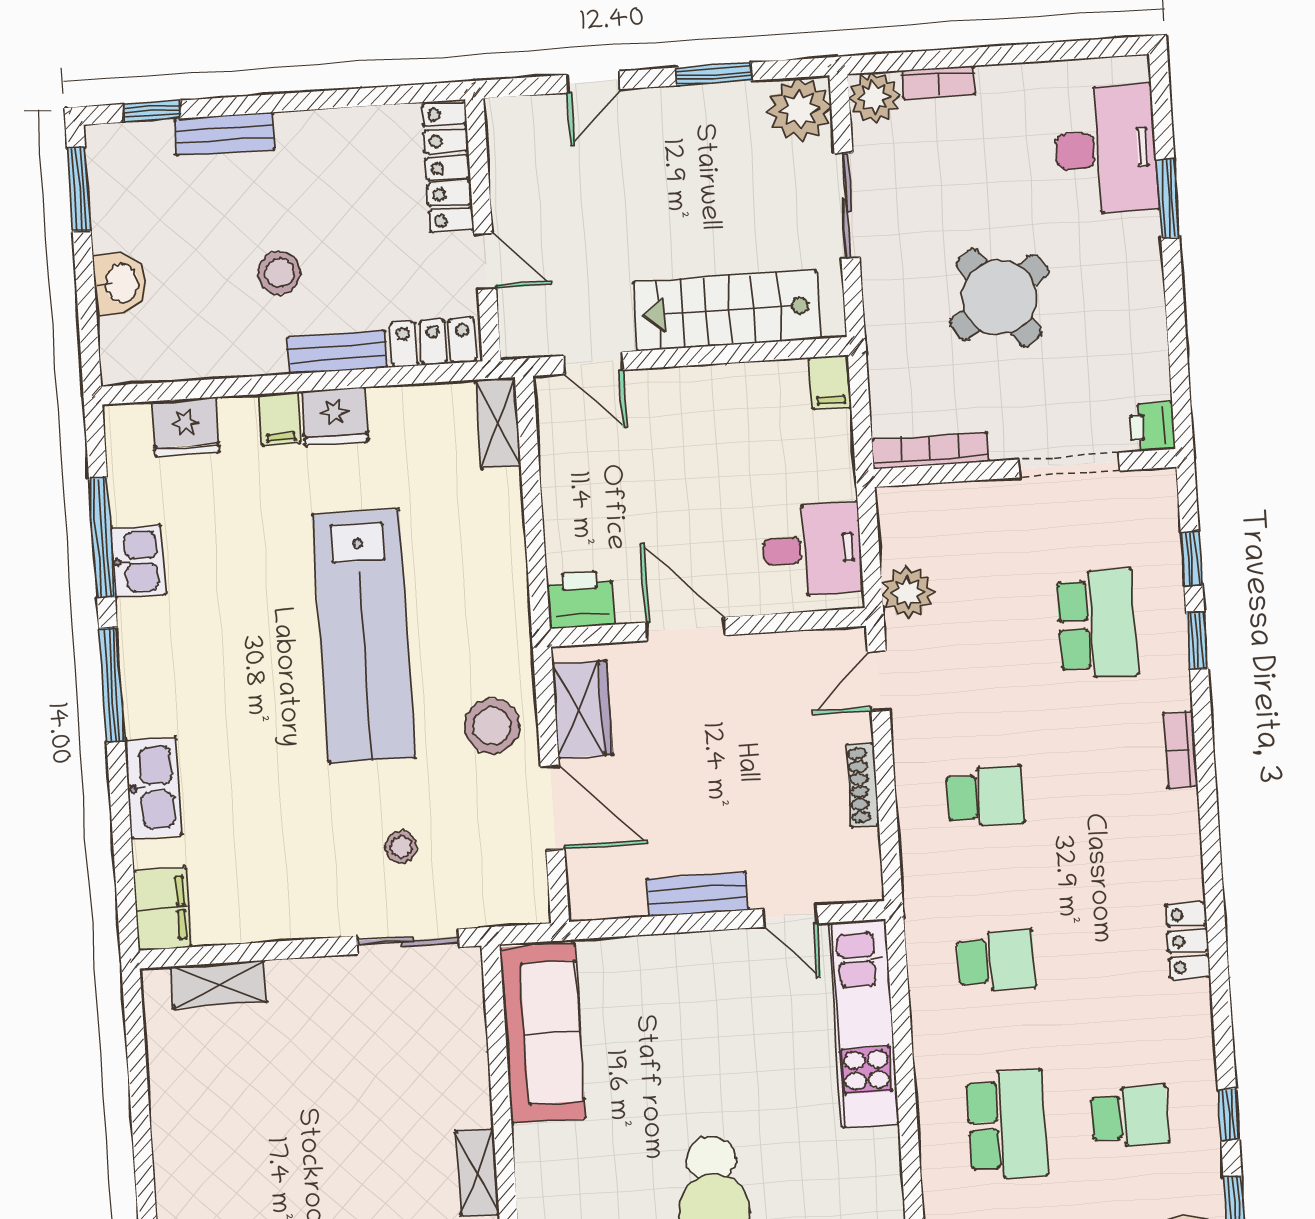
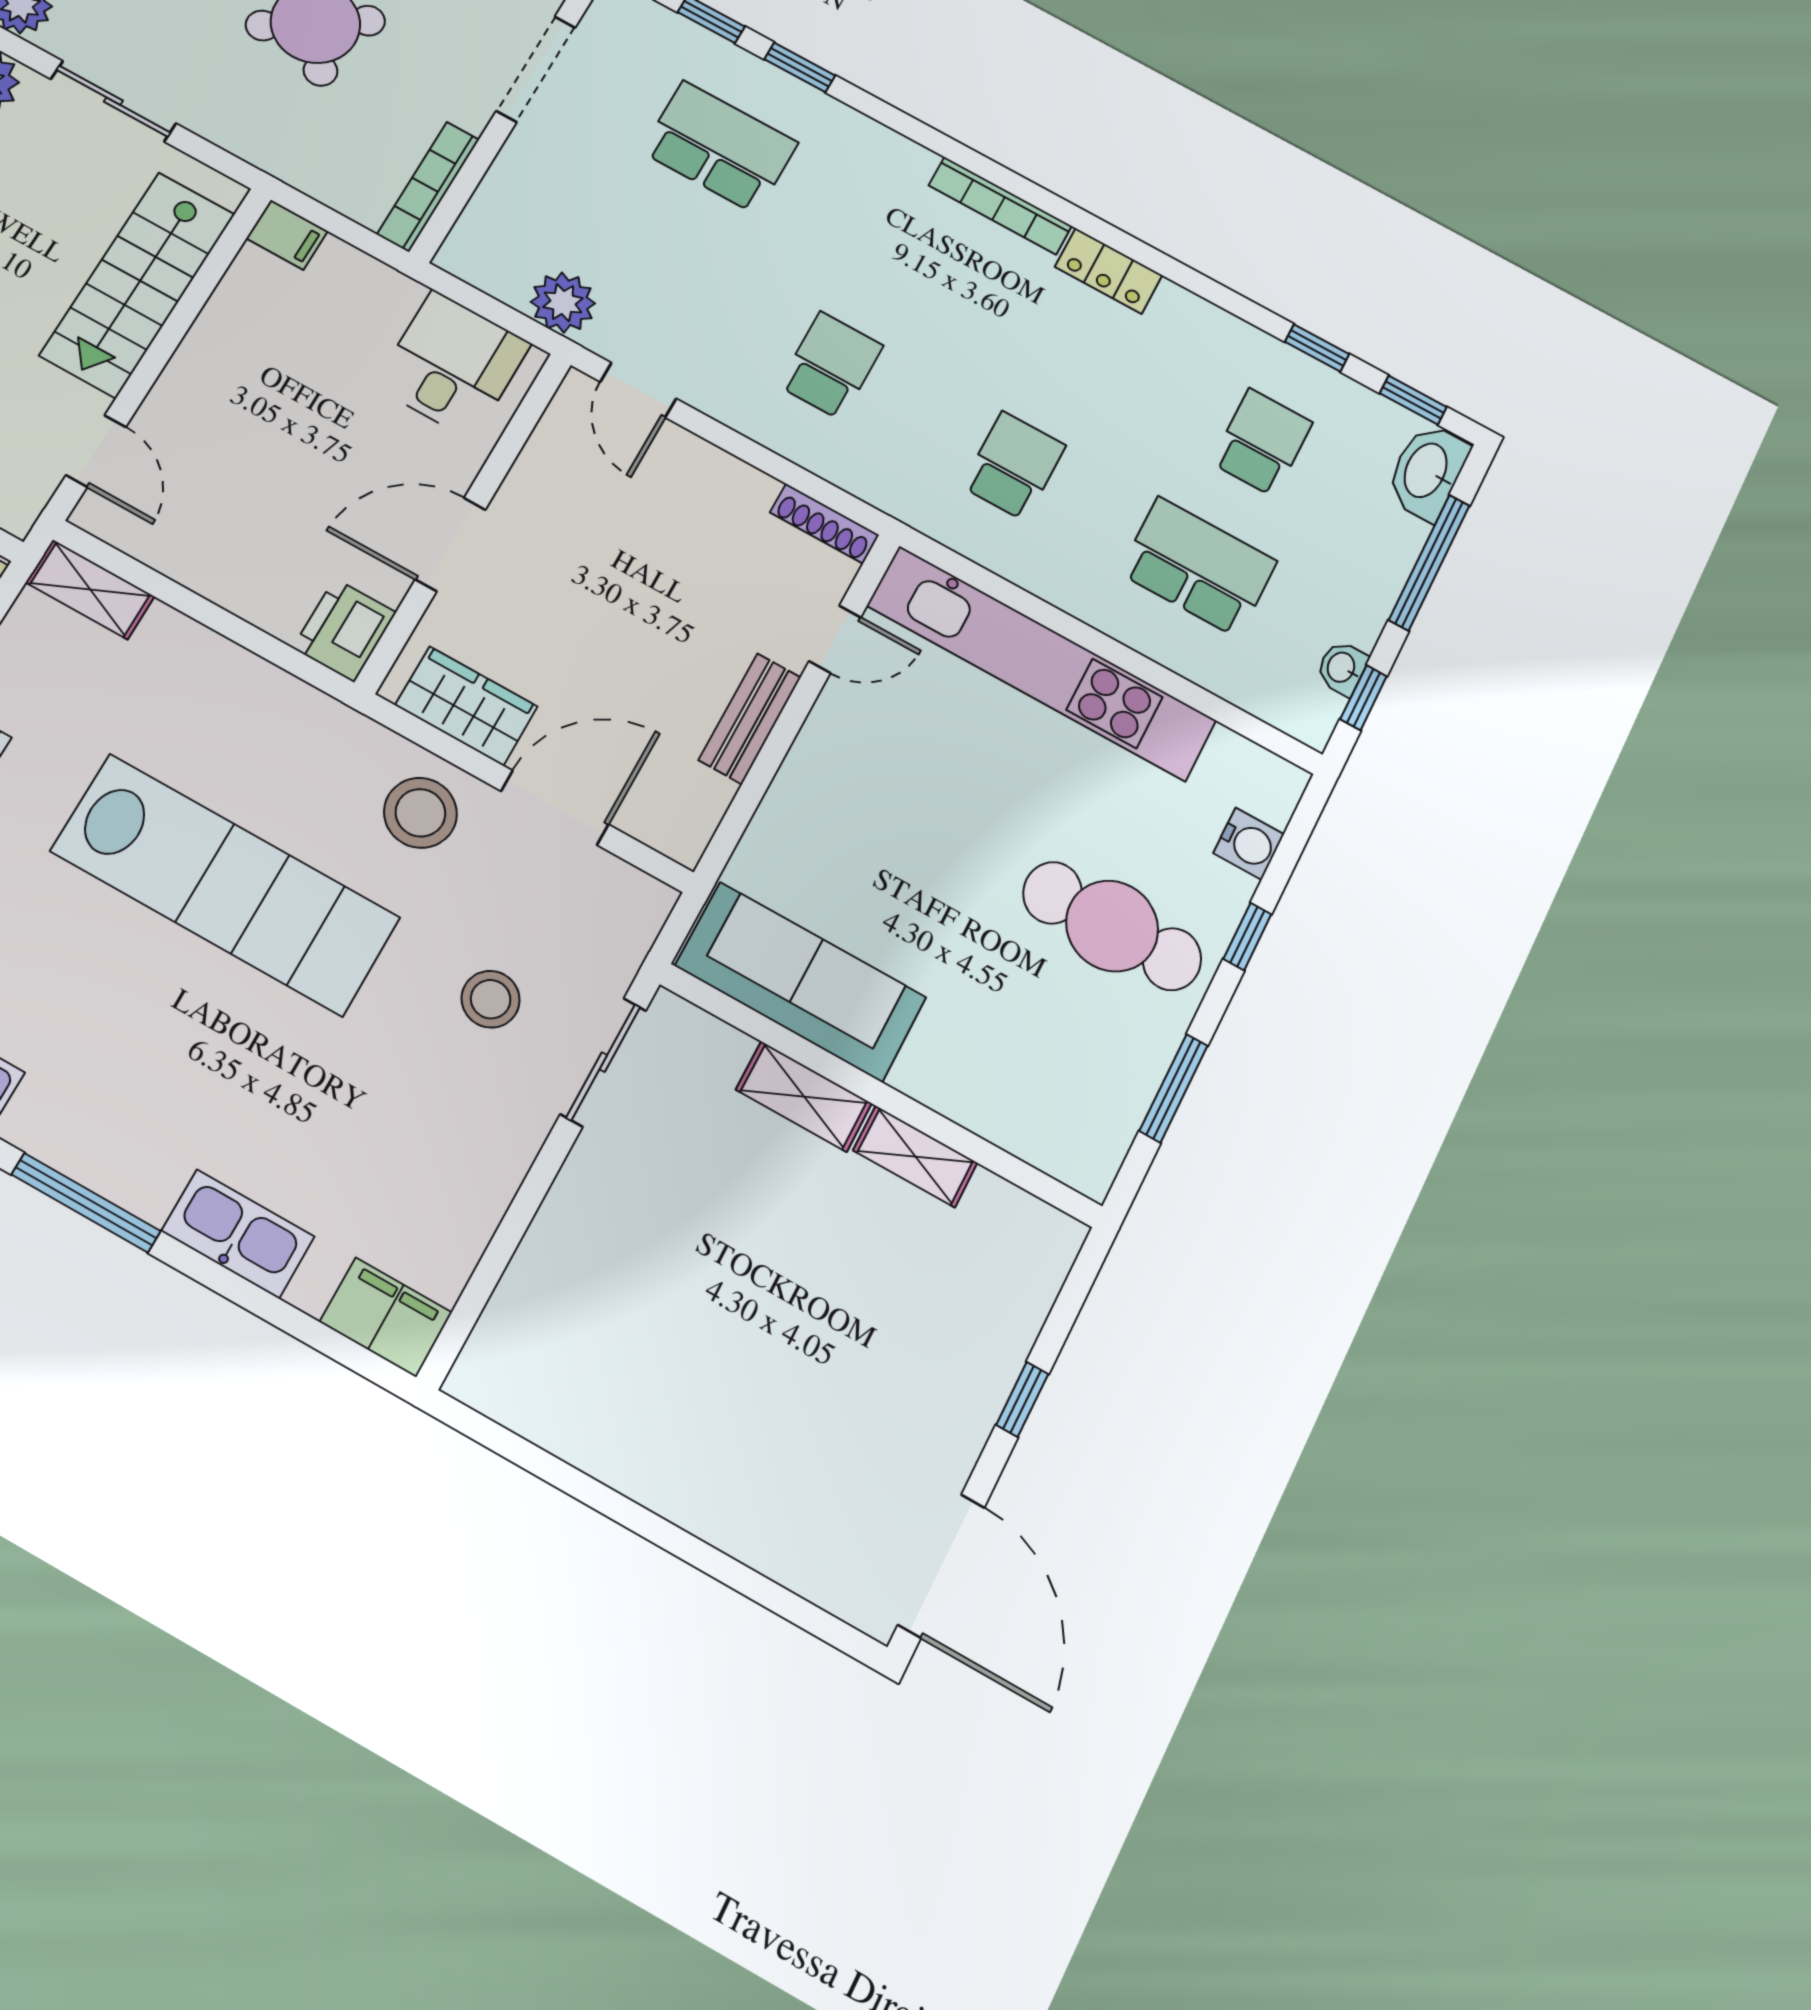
door: (593, 363) -> (96, 451), hinge flipped
bookcase: (1180, 750) -> (1000, 206), moved, width x1.56
shoe rack: (862, 785) -> (825, 524), moved
stool: (401, 847) -> (491, 999), width x1.37, depth x1.37
shelving: (218, 984) -> (804, 1096), moved, turned 90
kitchen unit: (863, 1023) -> (1041, 663), width x1.36

